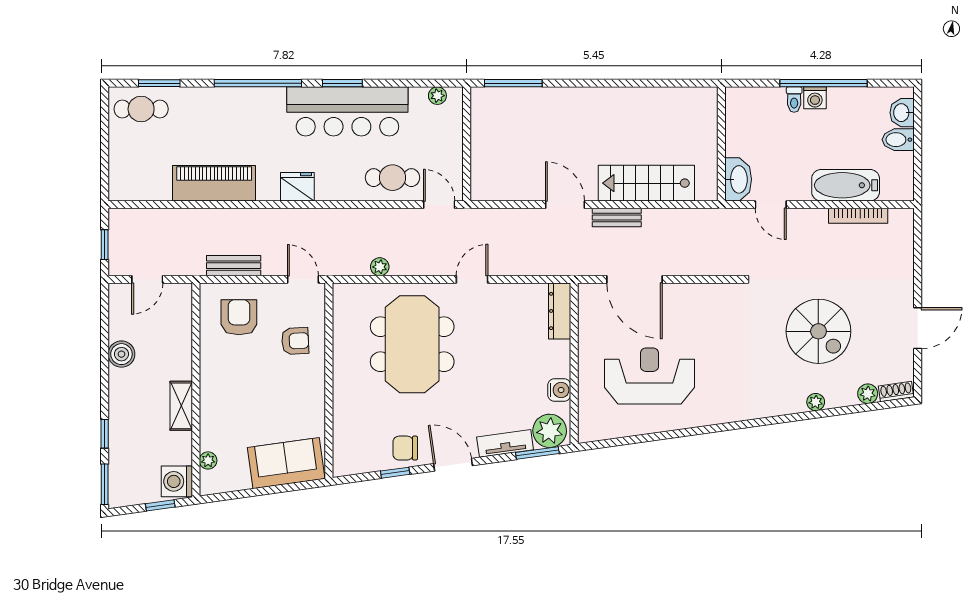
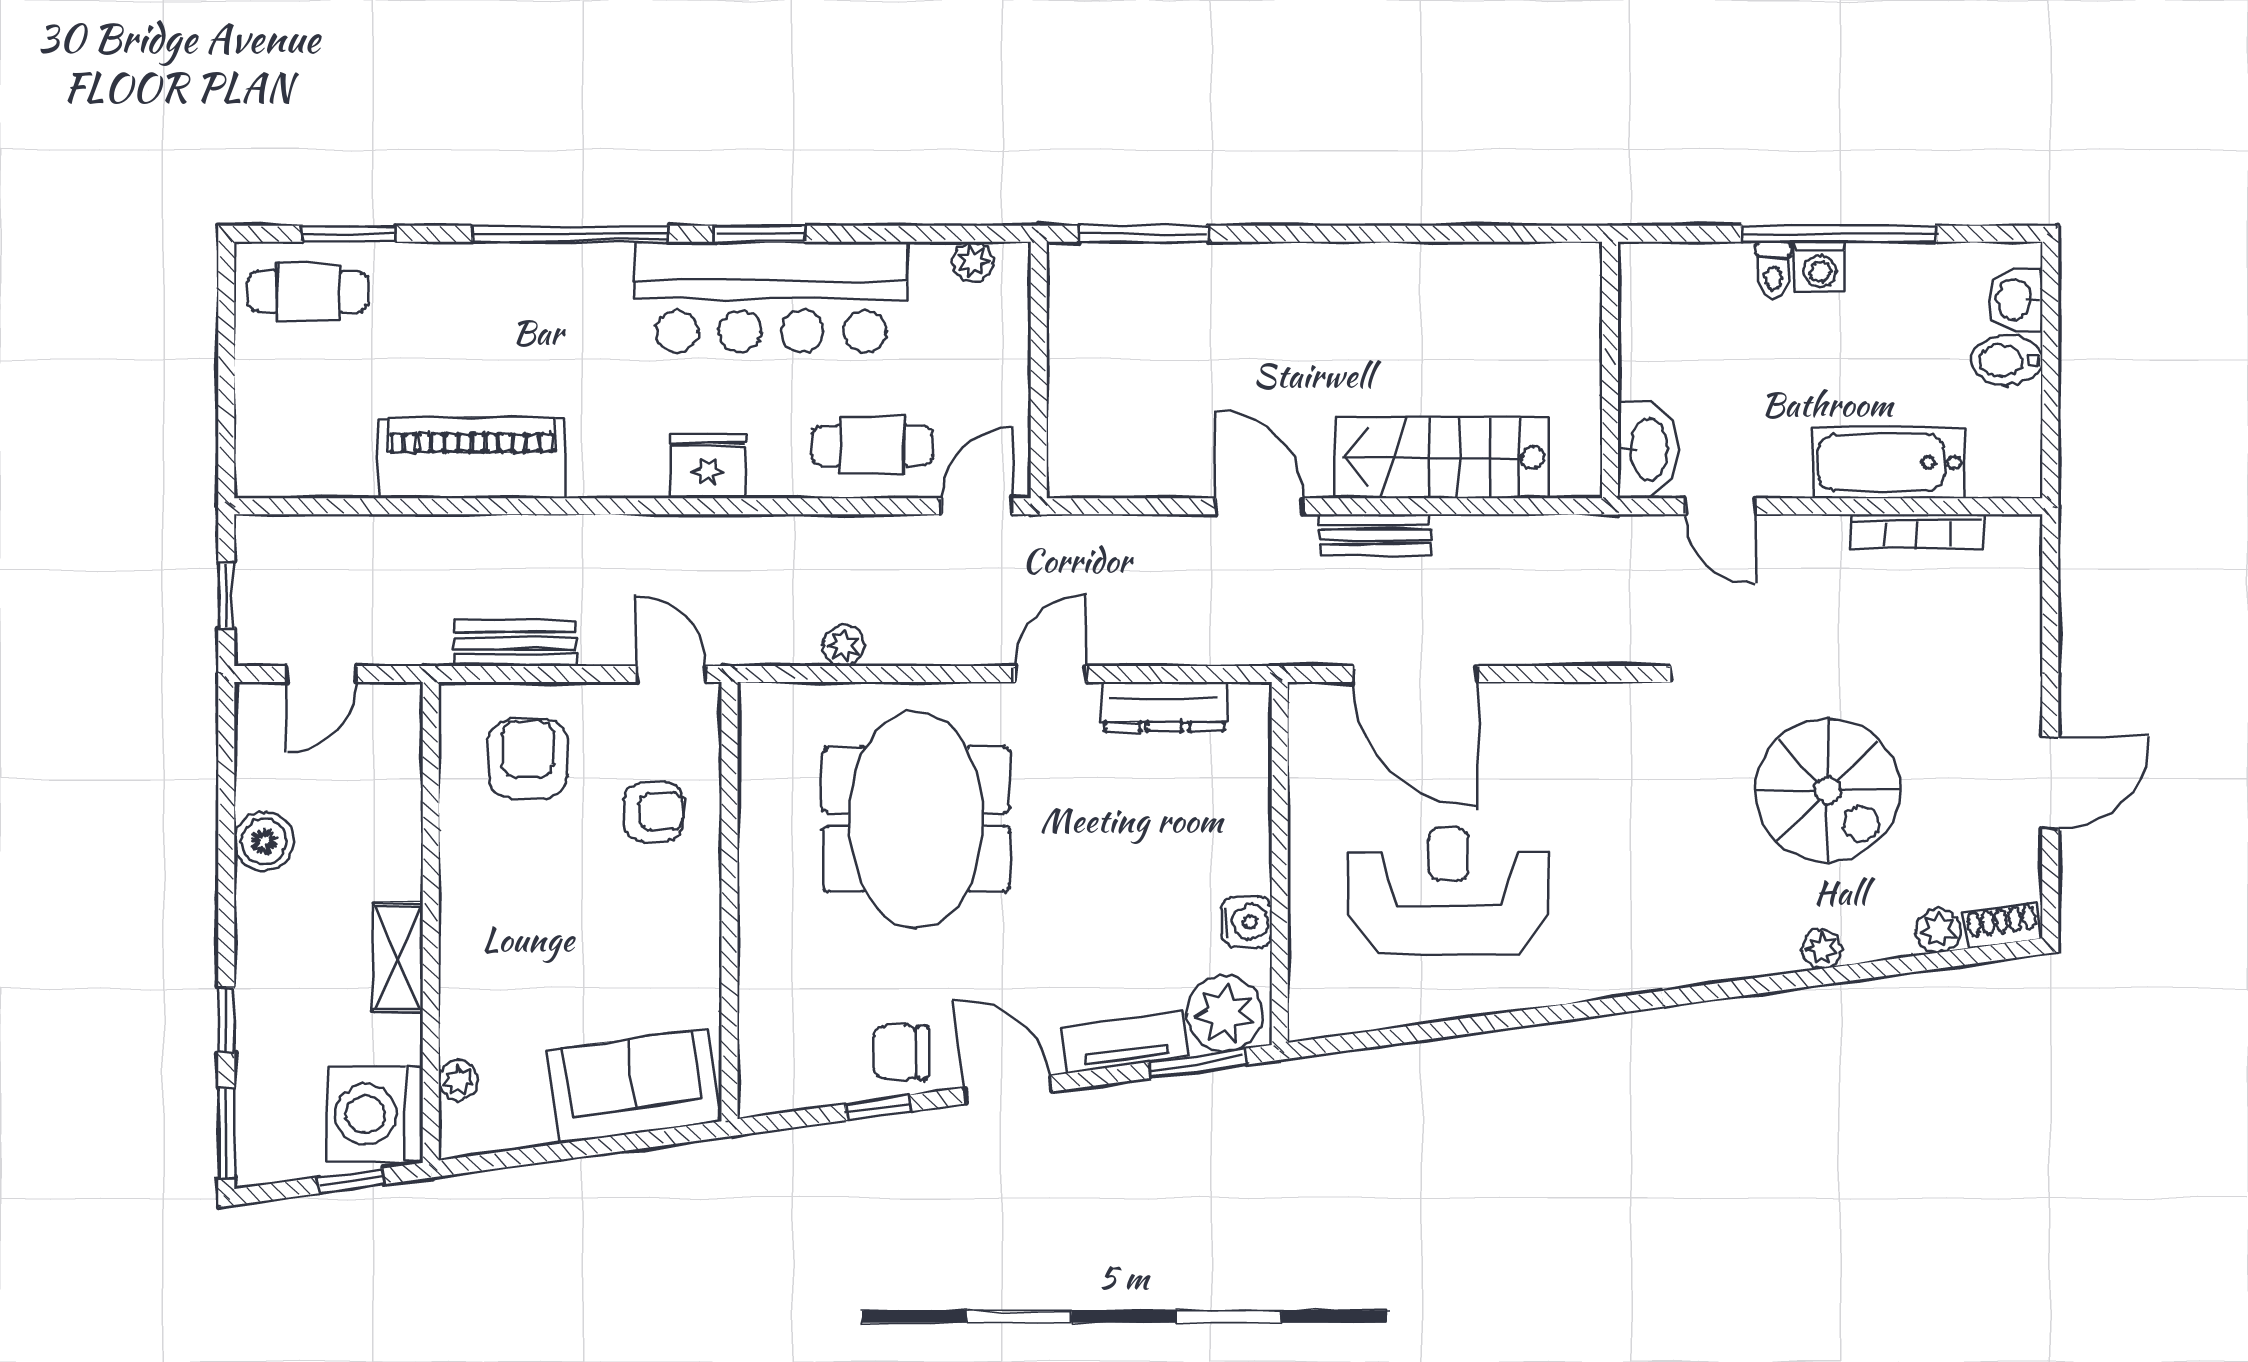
fridge: (297, 187) -> (708, 466), moved
door: (439, 205) -> (977, 506), hinge flipped
dresser: (560, 311) -> (1165, 706), moved, turned -90
washing machine: (177, 481) -> (375, 1114), width x1.37, depth x1.37

